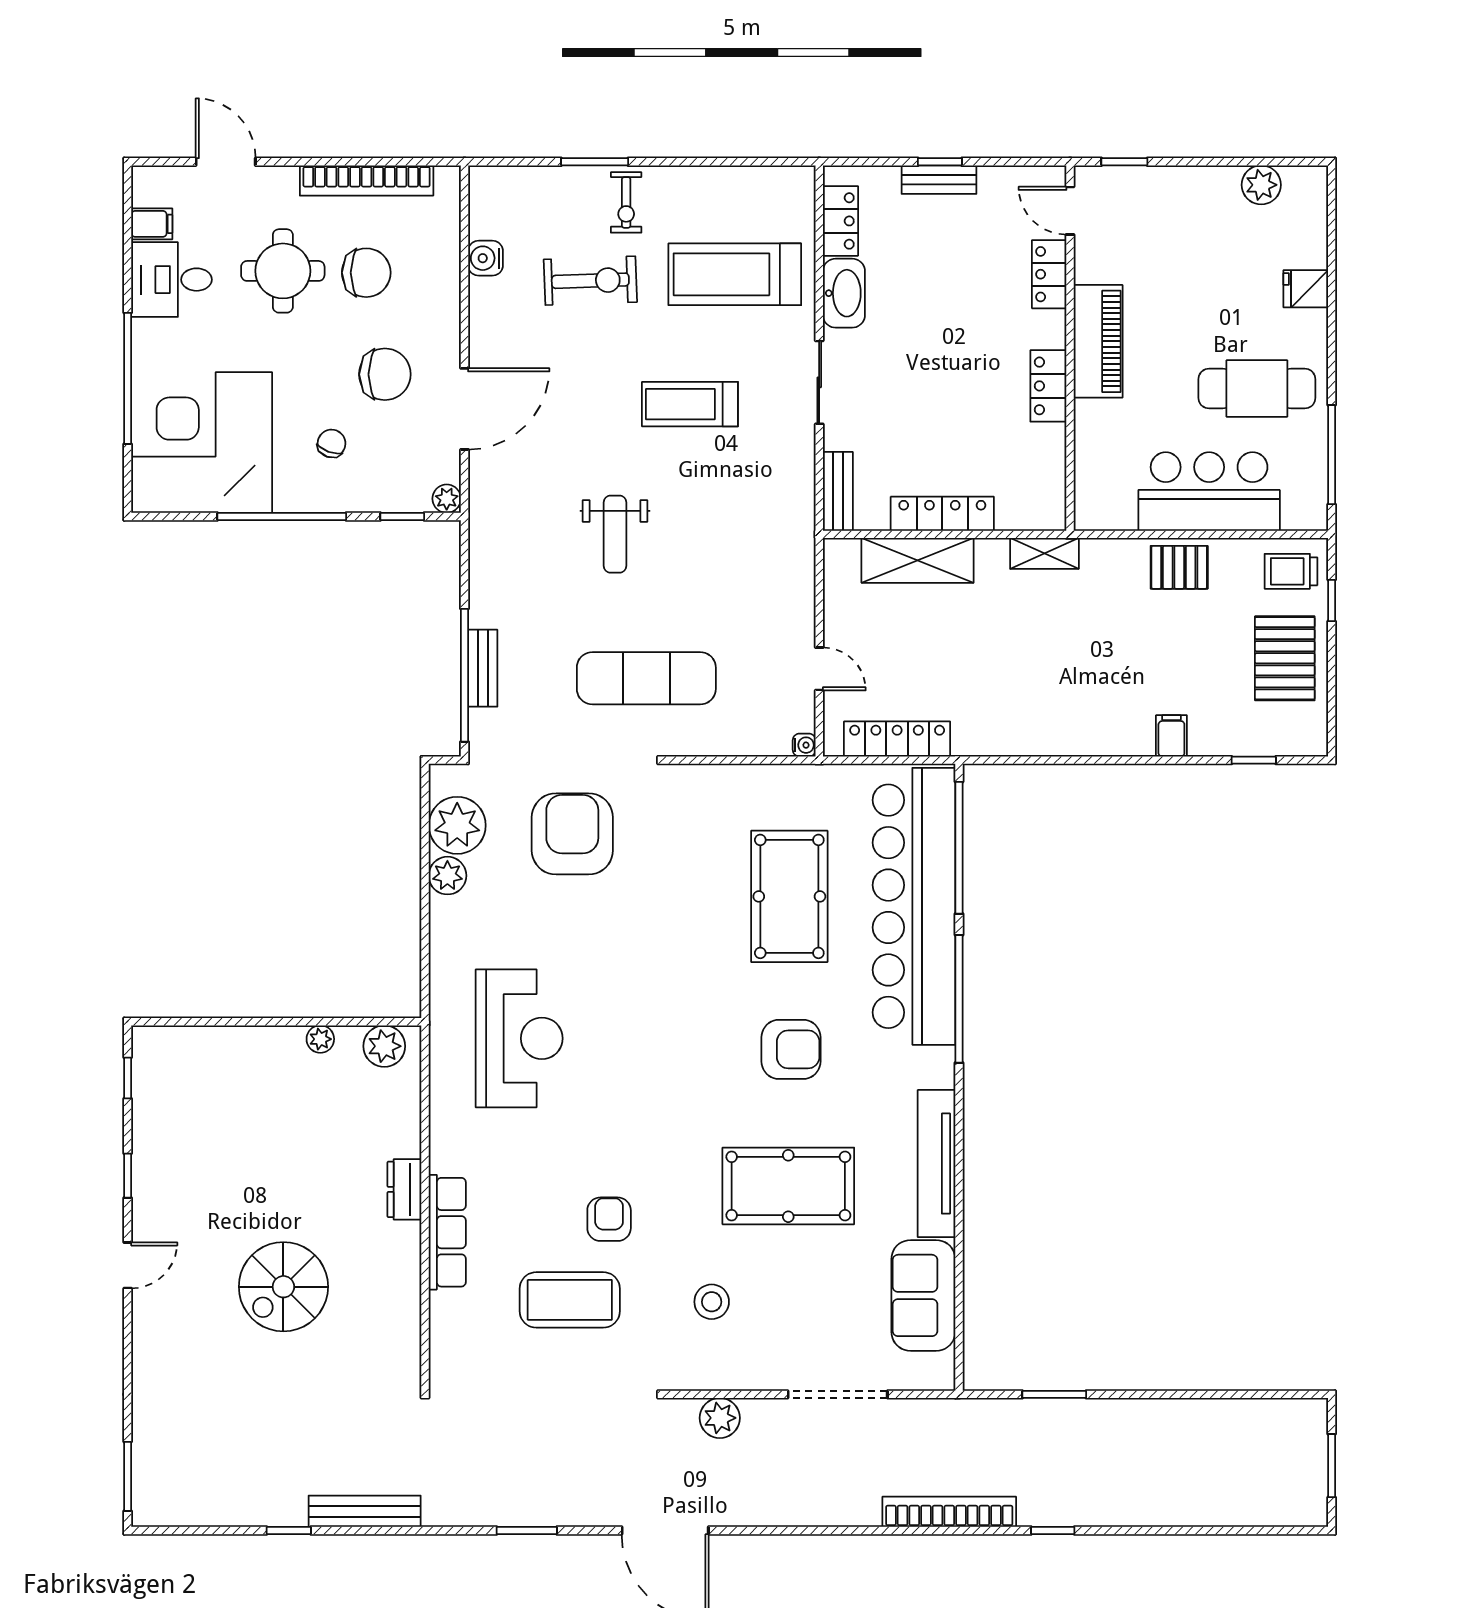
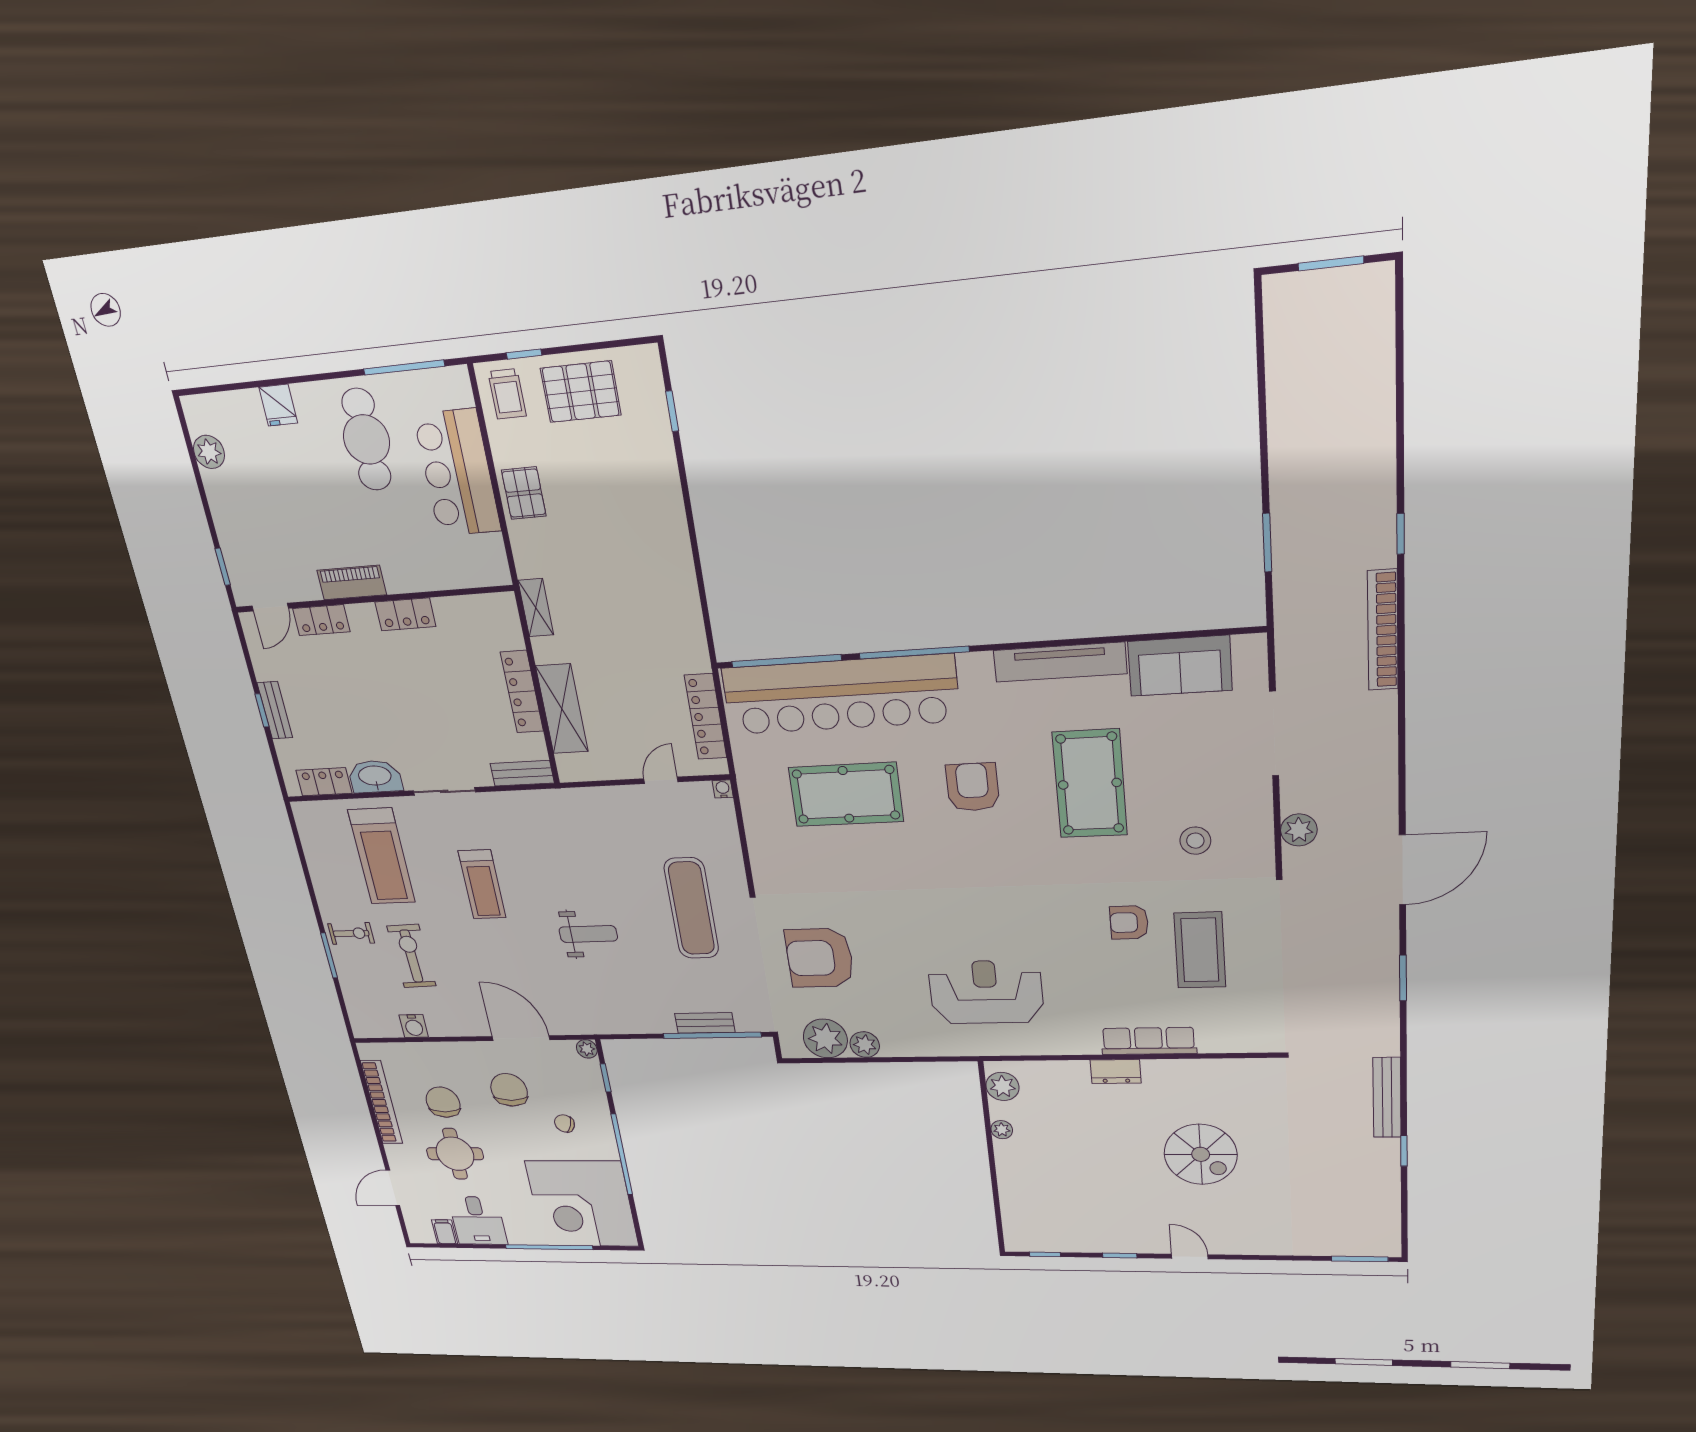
piano: (1098, 341) -> (352, 583), width x0.73, depth x0.75
filing cabinet: (1171, 736) -> (664, 487), removed

